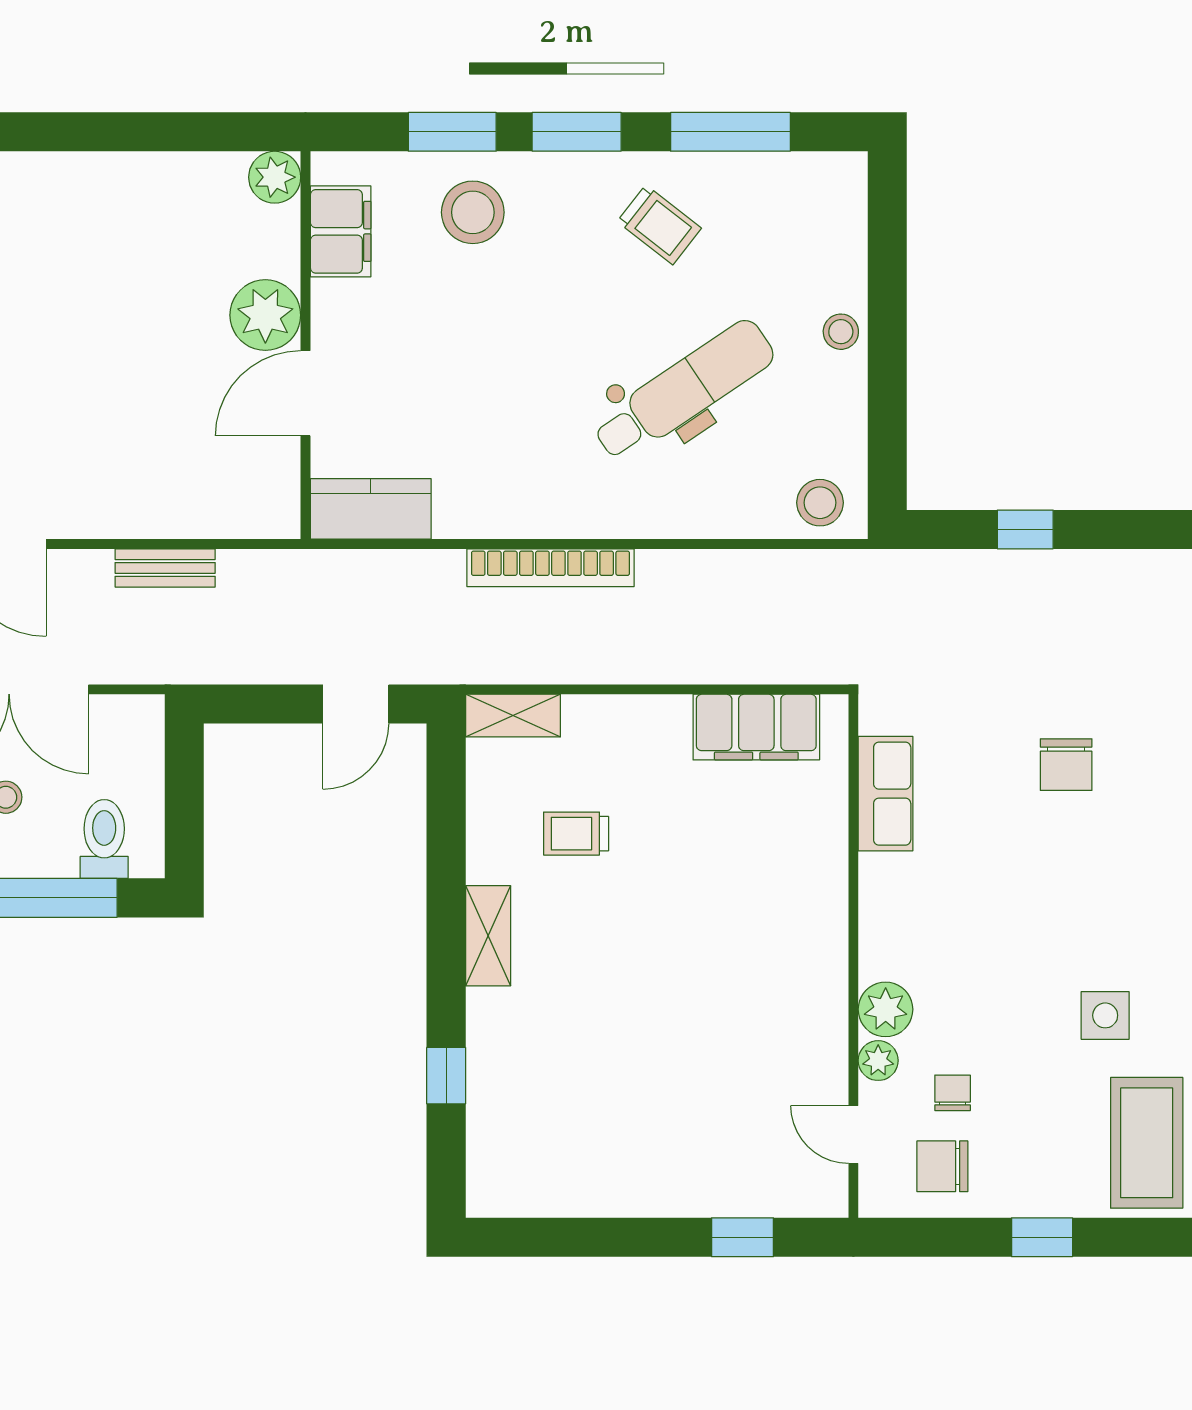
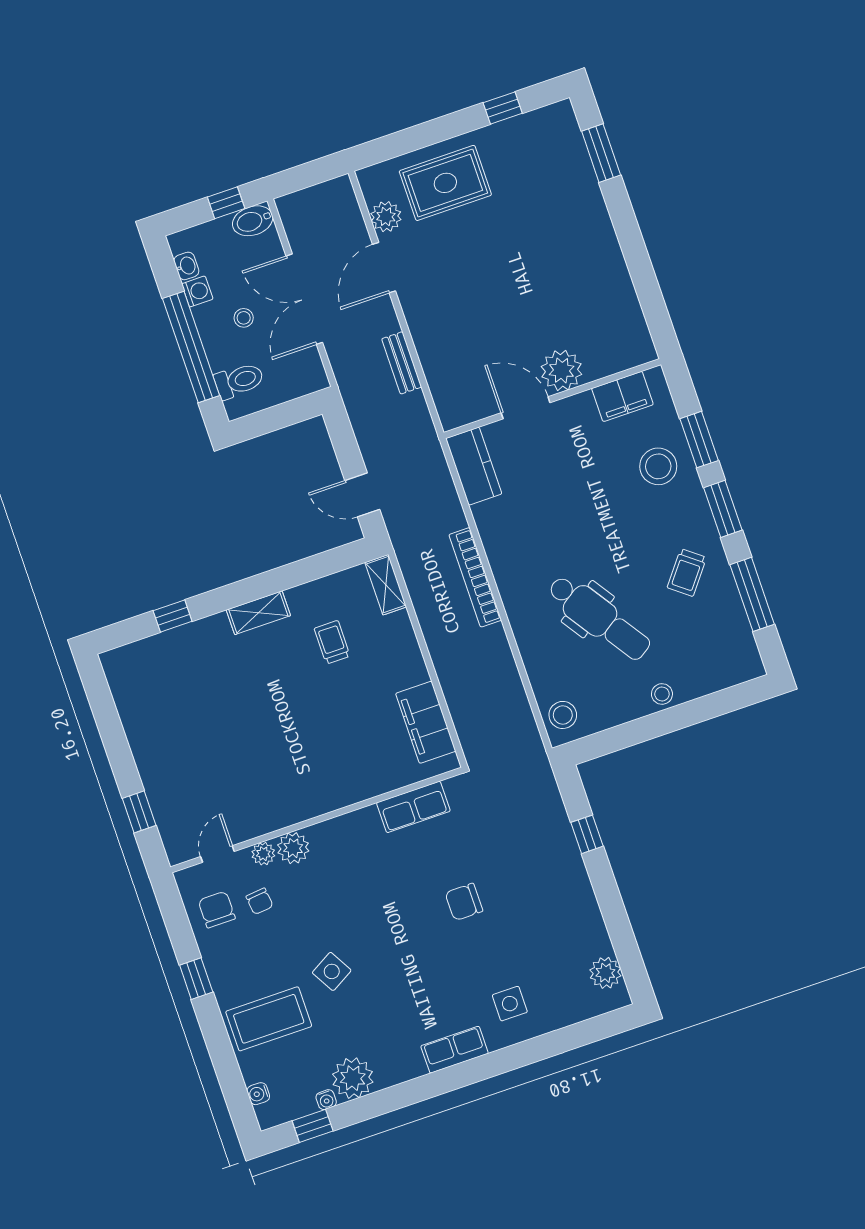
plant: (275, 177) -> (640, 349), removed
side table: (1105, 1015) -> (332, 971), turned -30
chair: (953, 1093) -> (260, 901), turned 84

